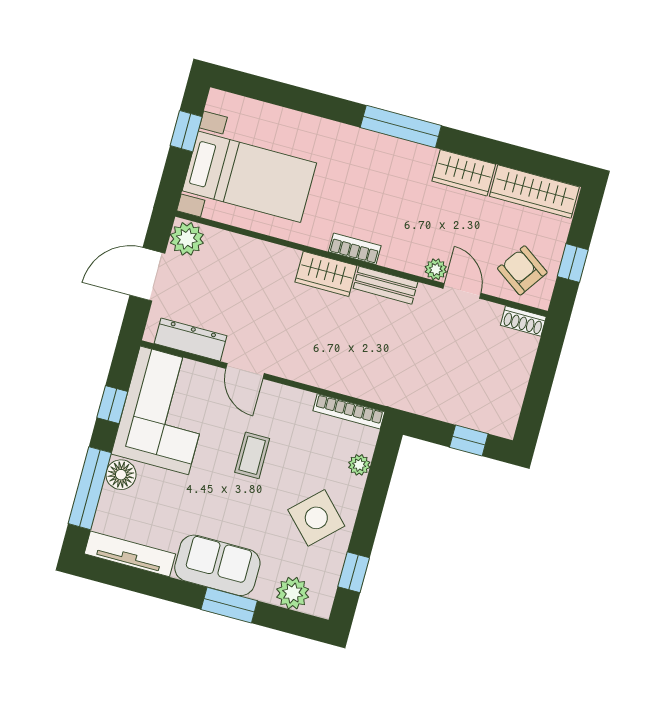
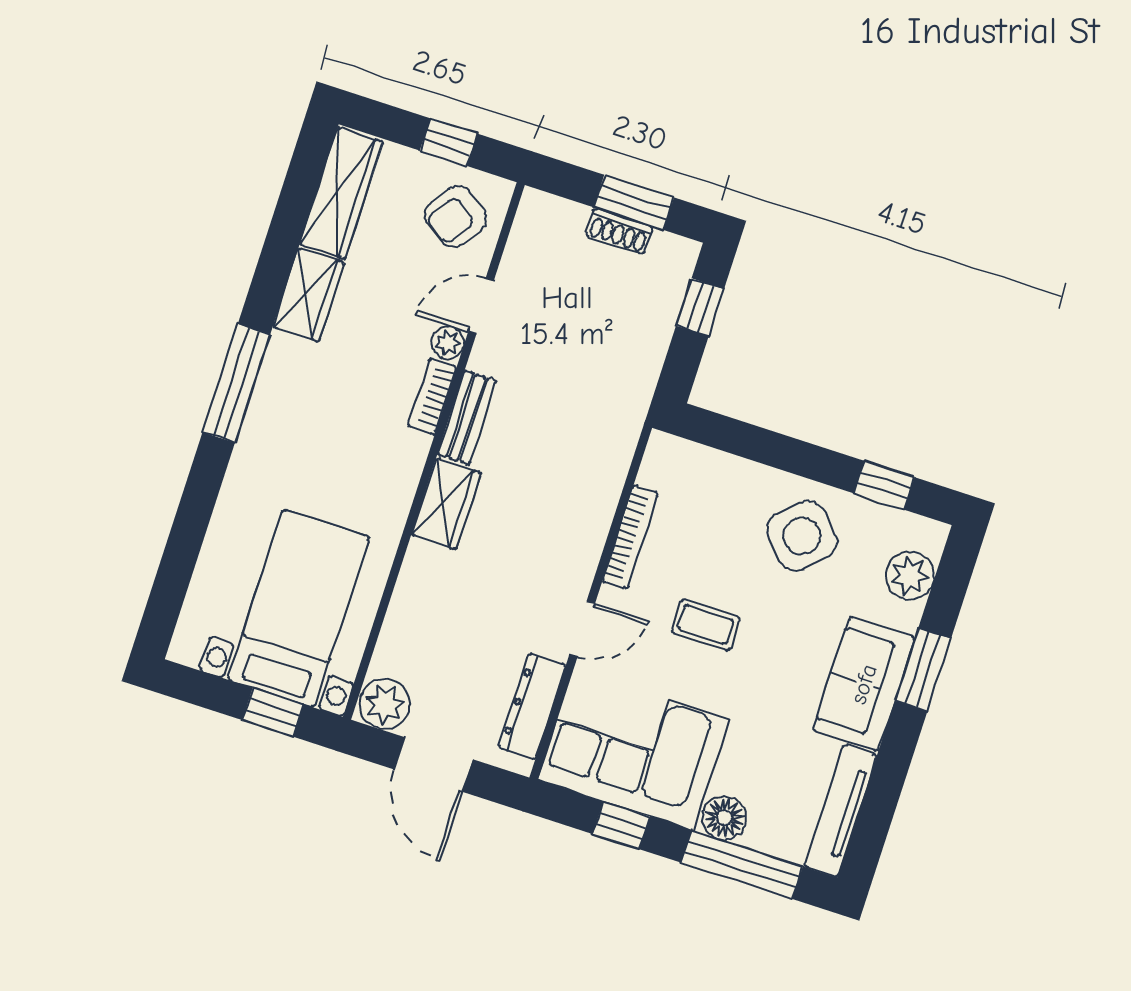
window: (186, 131) -> (273, 712), moved
bookcase: (355, 249) -> (432, 396), moved
shoe rack: (523, 321) -> (619, 231), moved, turned 90
window: (538, 392) -> (634, 202), added
bookcase: (349, 411) -> (630, 537), moved
plant: (359, 465) -> (728, 469), removed

